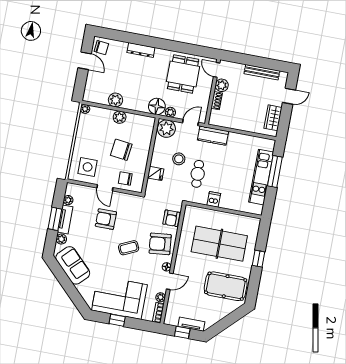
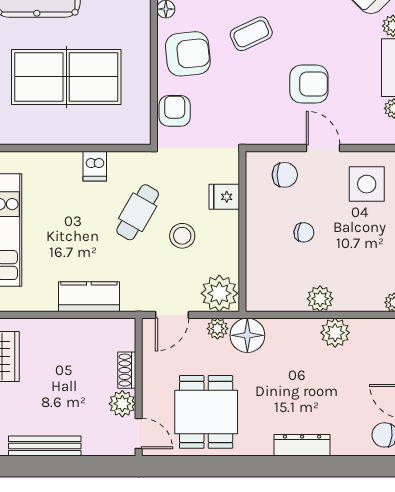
kitchen counter: (213, 136) -> (89, 297), moved
chair: (121, 150) -> (304, 232), width x0.54, depth x0.54
cafe table: (198, 174) -> (138, 212), turned 33

